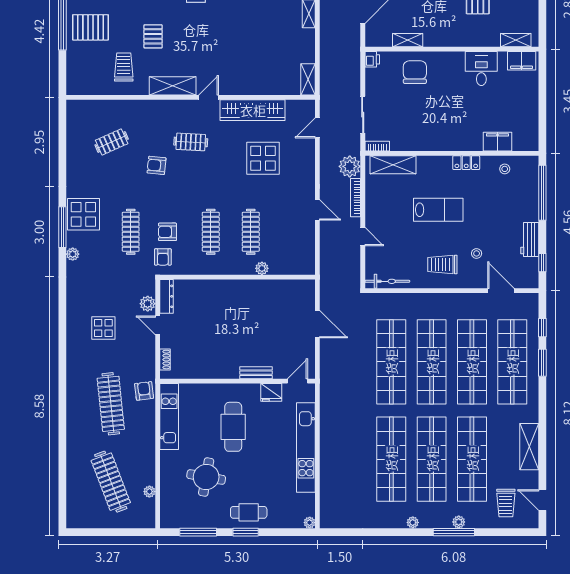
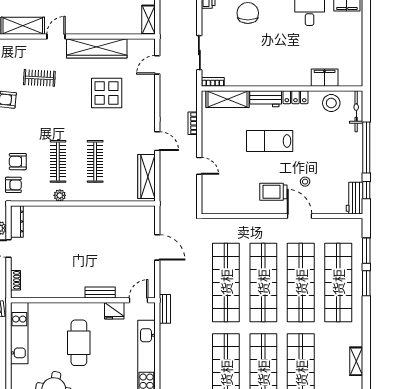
workbench: (434, 164) -> (266, 99), added
plant: (350, 166) -> (187, 101), removed
stool: (505, 169) -> (331, 103), width x1.89, depth x1.89
window: (542, 193) -> (366, 147), moved
bookcase: (356, 198) -> (193, 123), width x0.64
lab bench: (438, 210) -> (270, 141), turned 180
workbench: (530, 240) -> (355, 198), moved
wardrobe: (306, 248) -> (147, 176), added
armchair: (163, 257) -> (13, 185), turned -90
plant: (262, 268) -> (60, 195), moved
bicycle: (387, 281) -> (356, 111), moved, turned -90
door: (501, 291) -> (300, 216), moved
window: (542, 328) -> (366, 251), width x1.50
bench: (326, 390) -> (165, 309), added
shelving: (529, 447) -> (356, 361), width x0.67, depth x0.75

